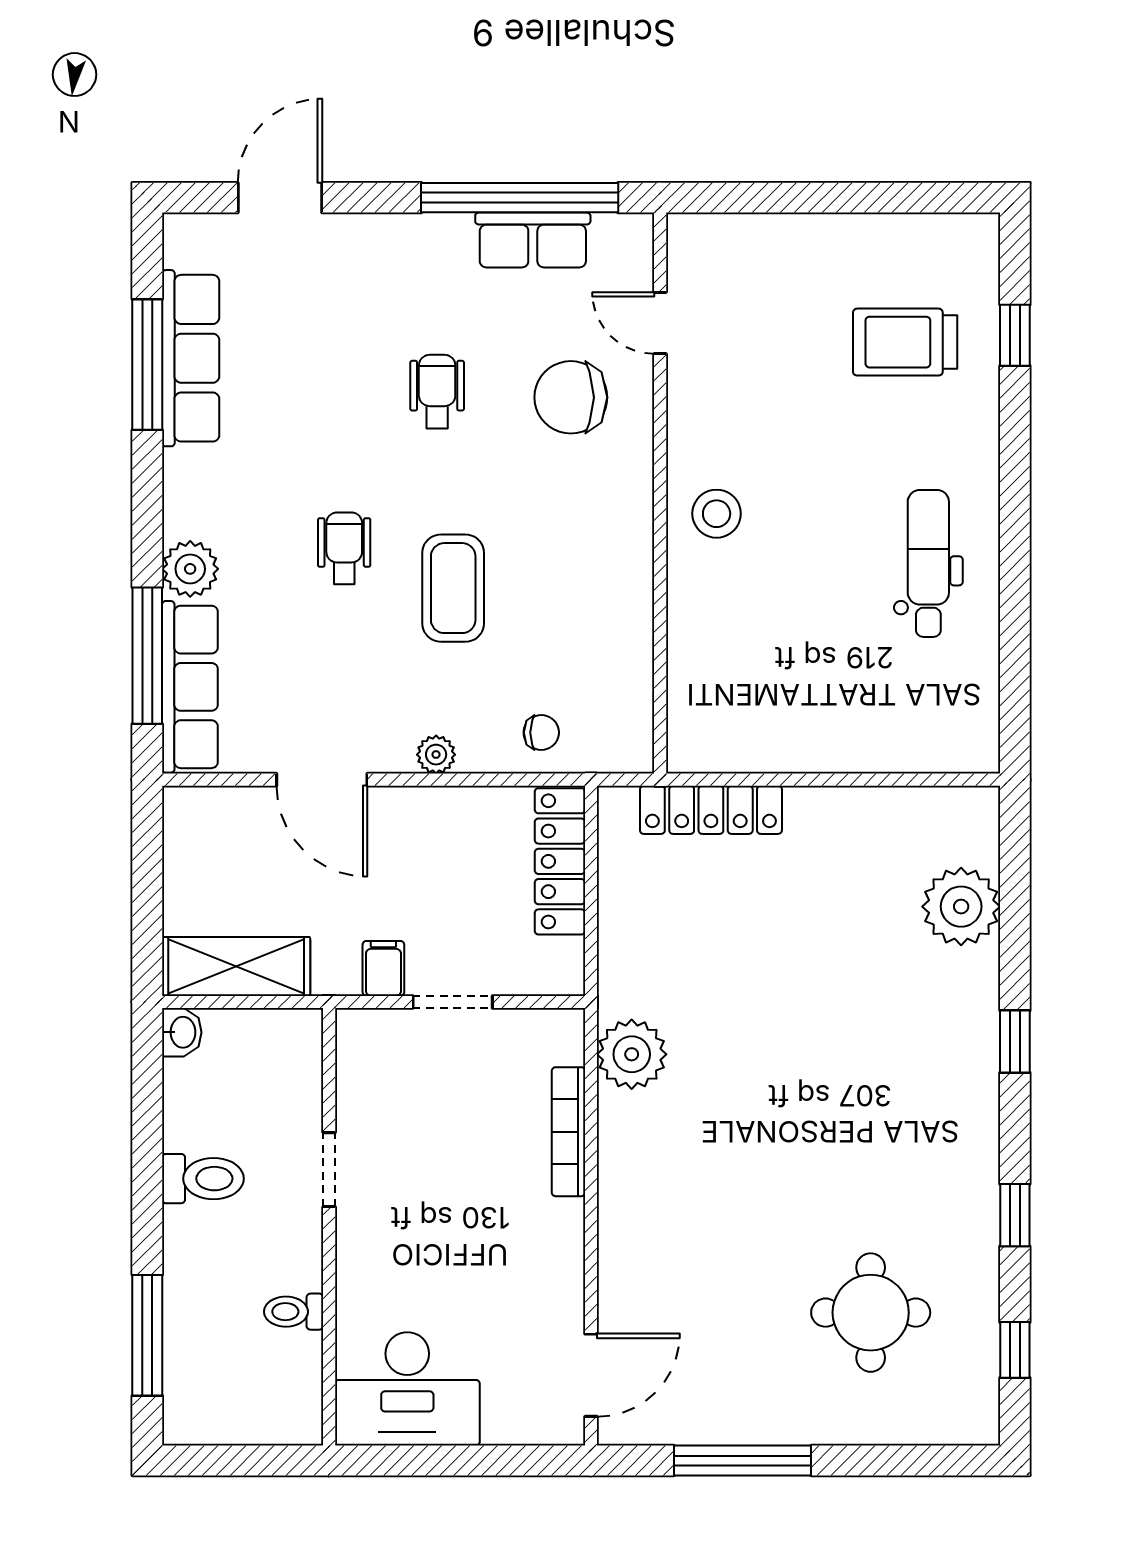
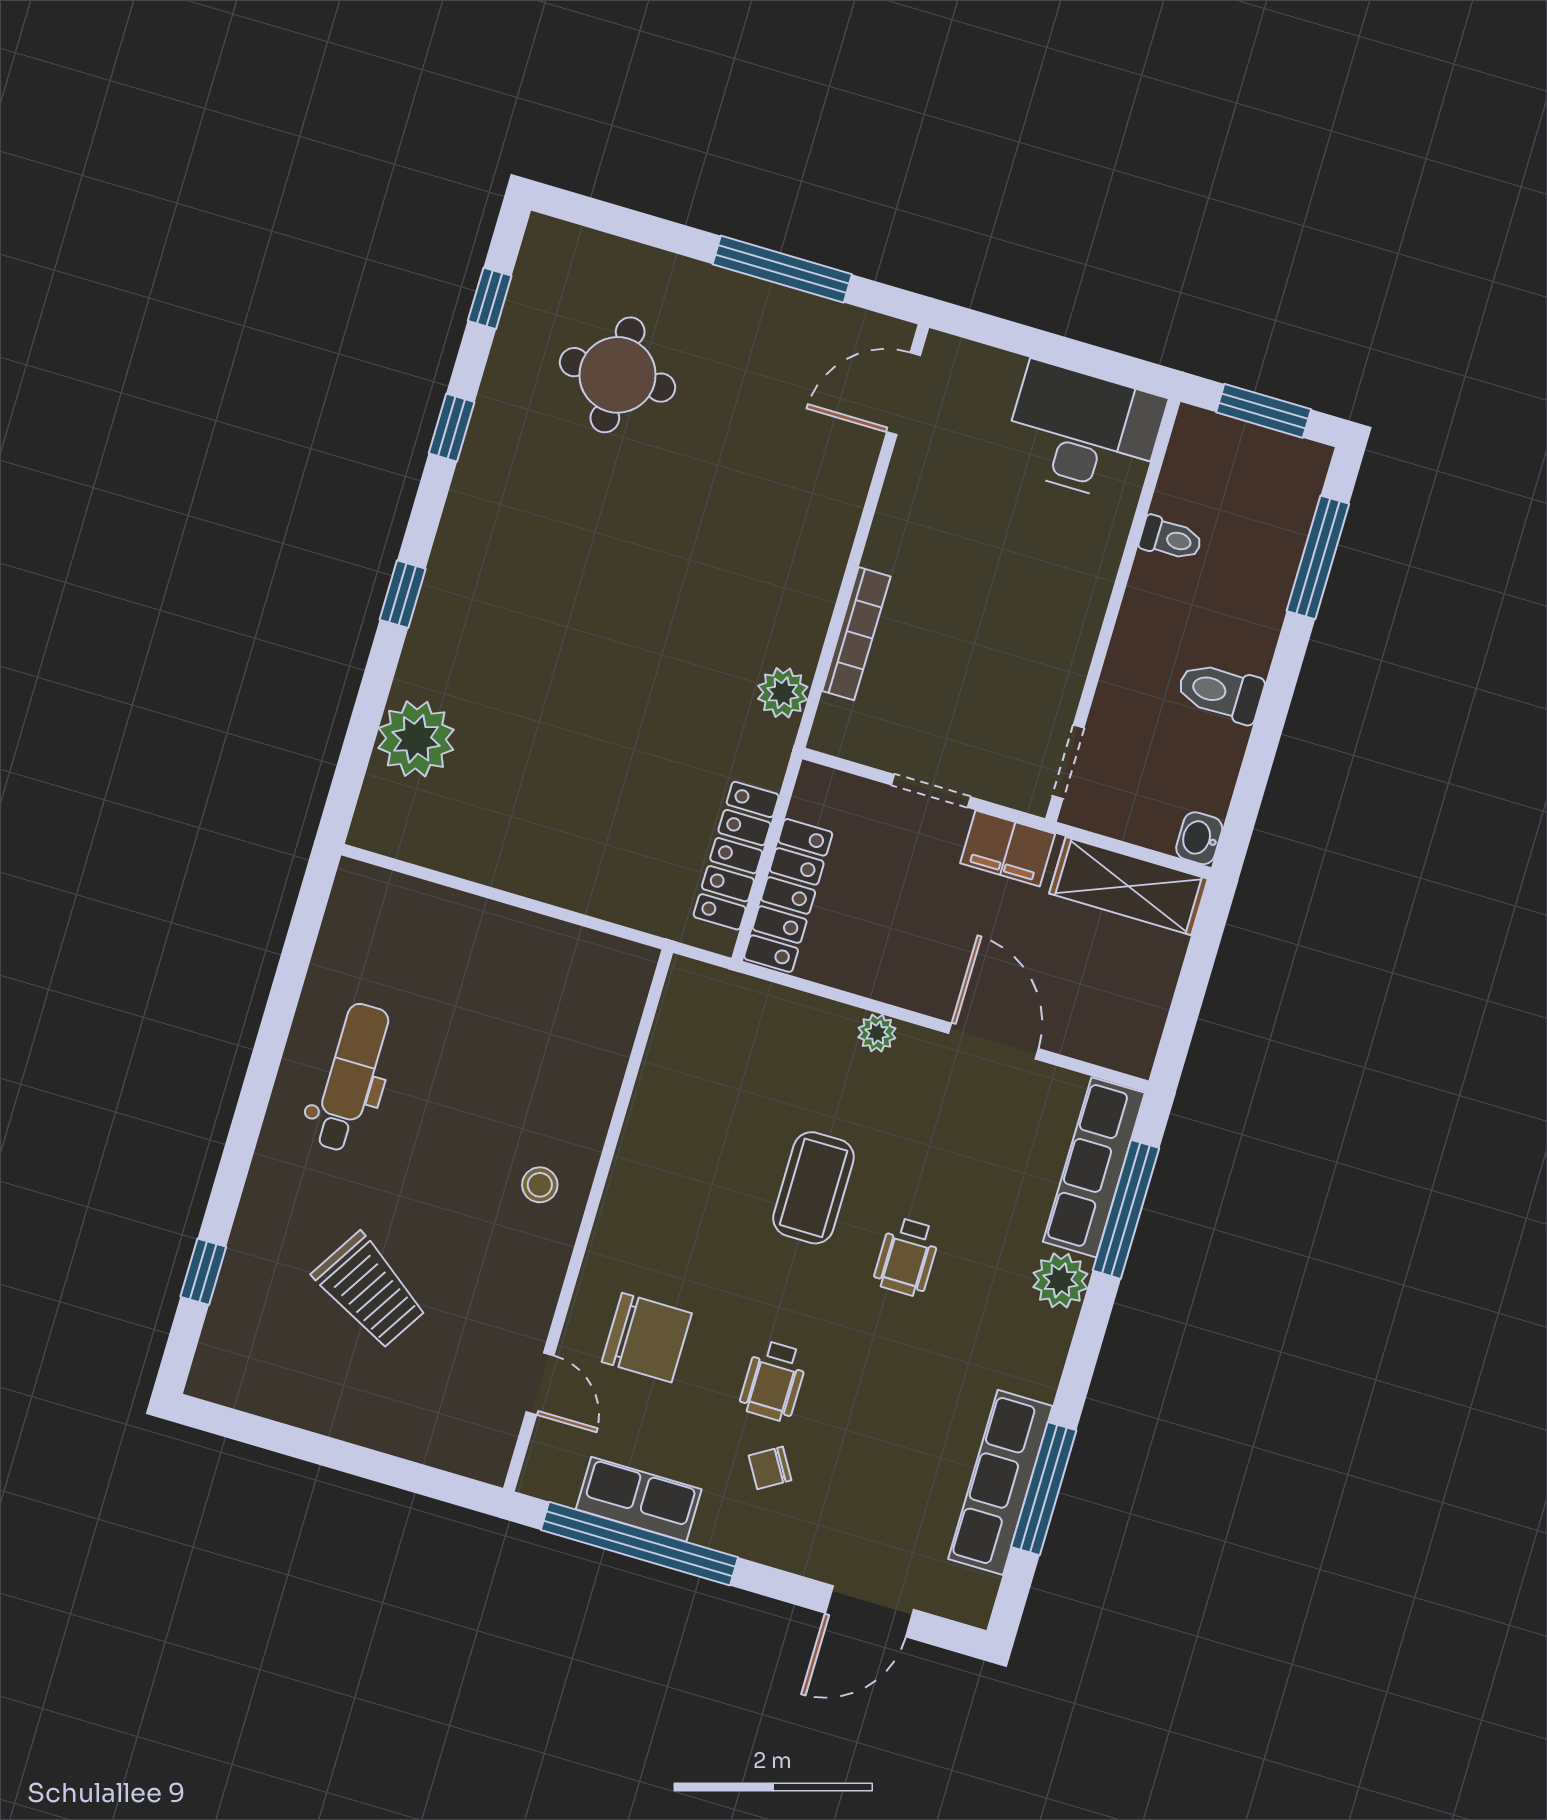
trolley: (905, 342) -> (370, 1291), moved, turned 32
stool: (717, 514) -> (540, 1185), width x0.73, depth x0.73
dental chair: (928, 563) -> (351, 1077), turned 180
chair: (541, 733) -> (770, 1468), moved, turned -31
locker: (711, 810) -> (736, 856), moved, turned -90
filing cabinet: (383, 968) -> (1008, 848), width x2.00
plant: (632, 1054) -> (783, 693), width x0.73, depth x0.73
doorway: (329, 1170) -> (1068, 762), moved
window: (241, 1460) -> (1264, 411), added

